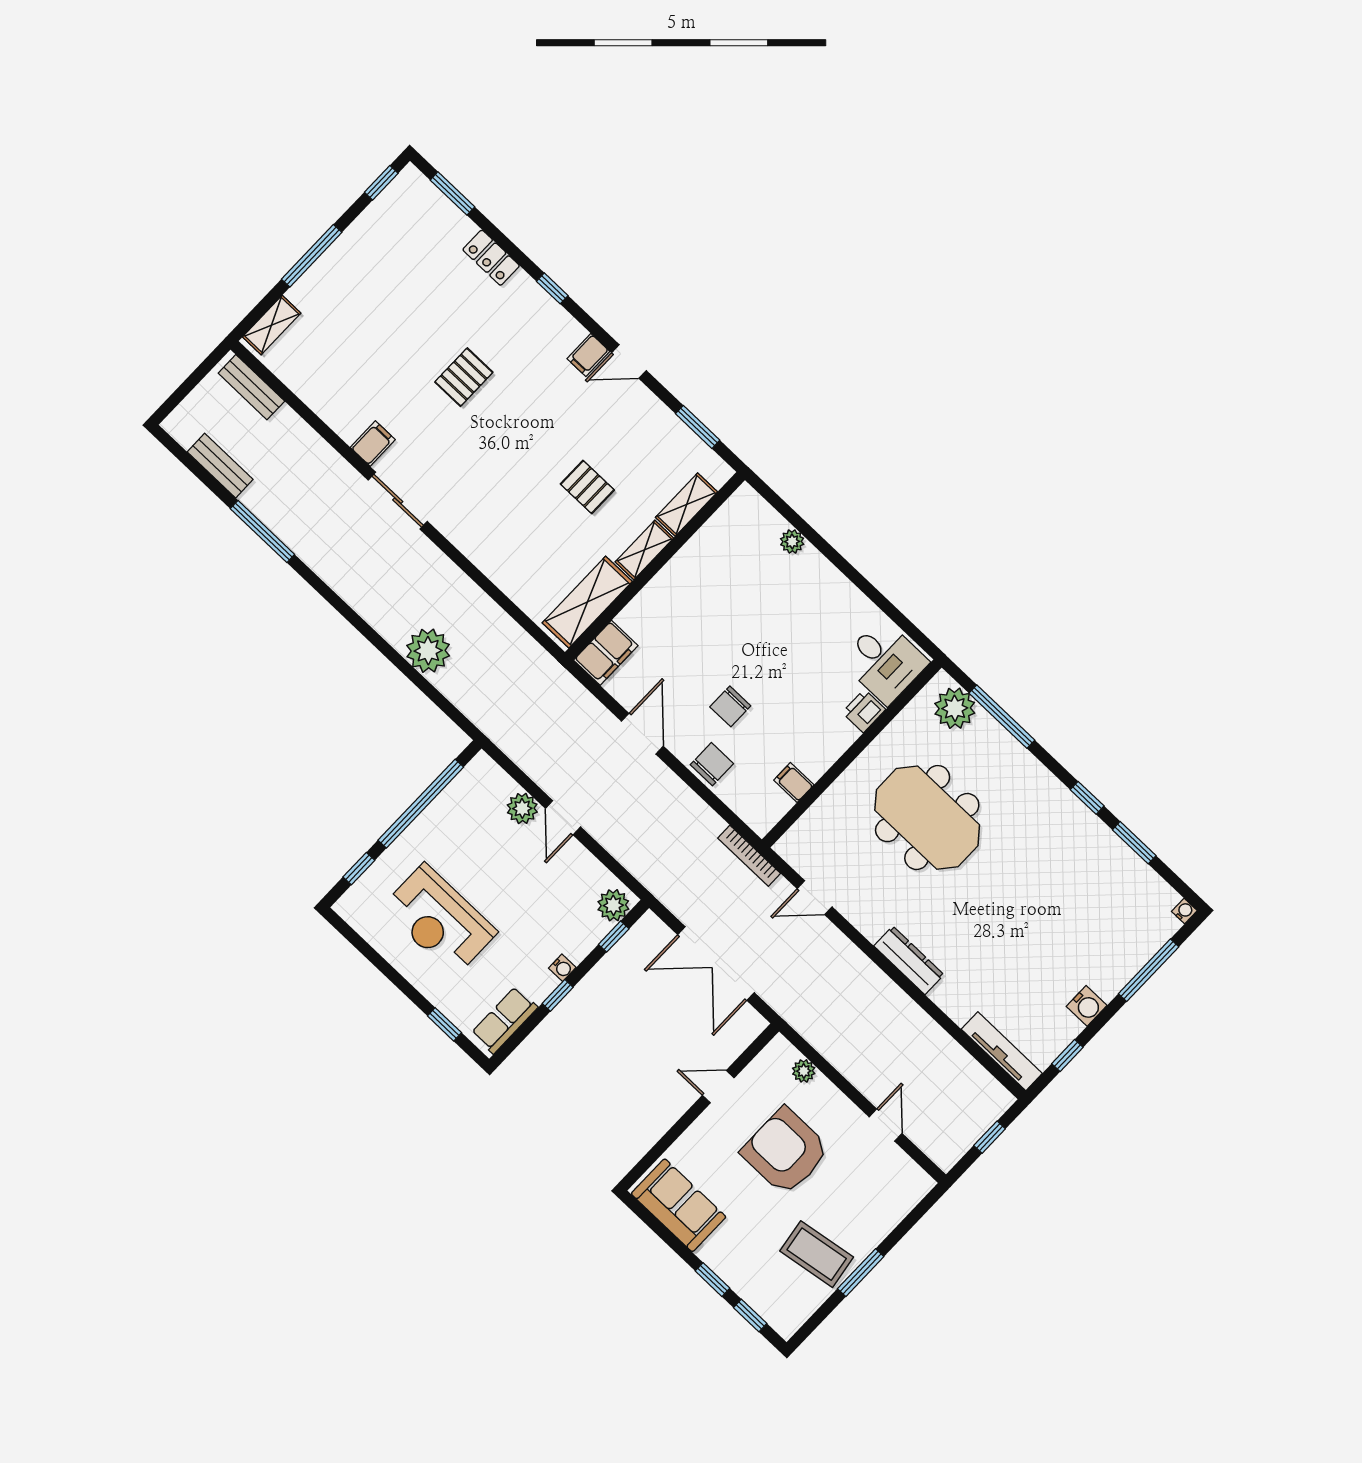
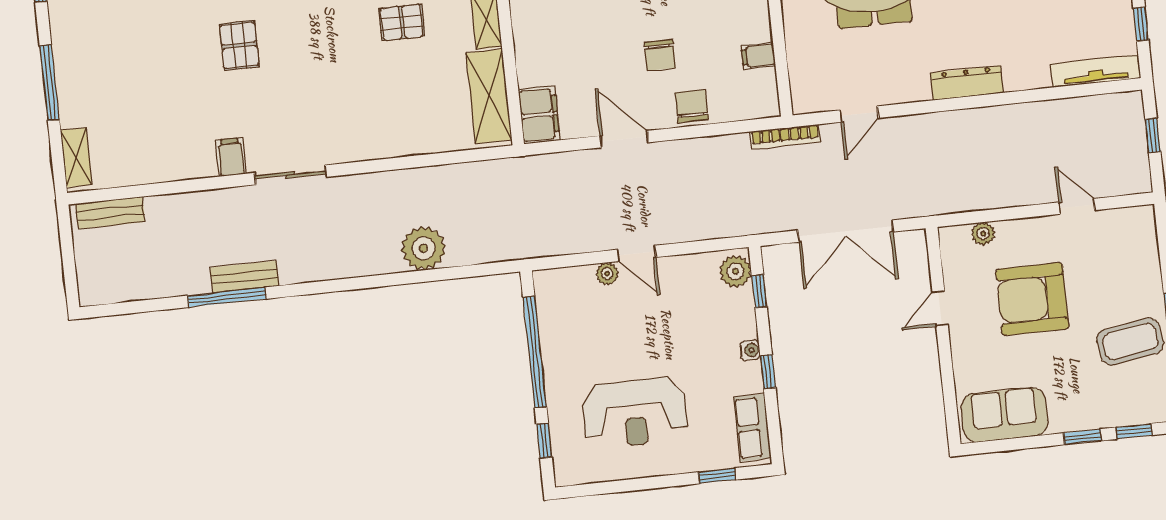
bench: (220, 466) -> (245, 277), moved
plant: (522, 808) -> (607, 274), width x0.73, depth x0.73

